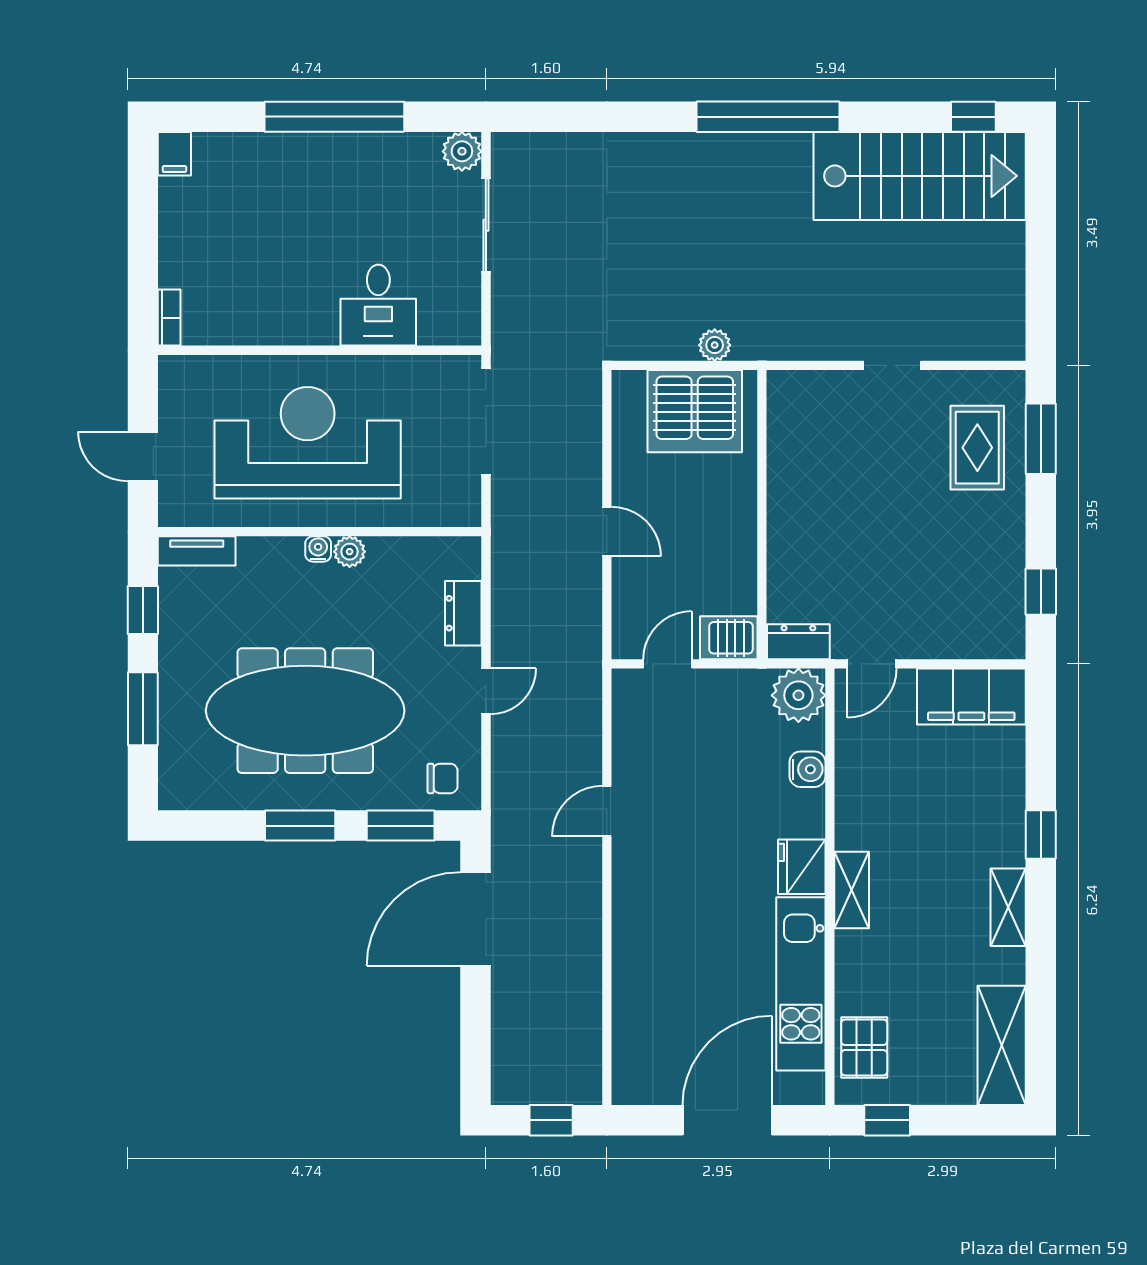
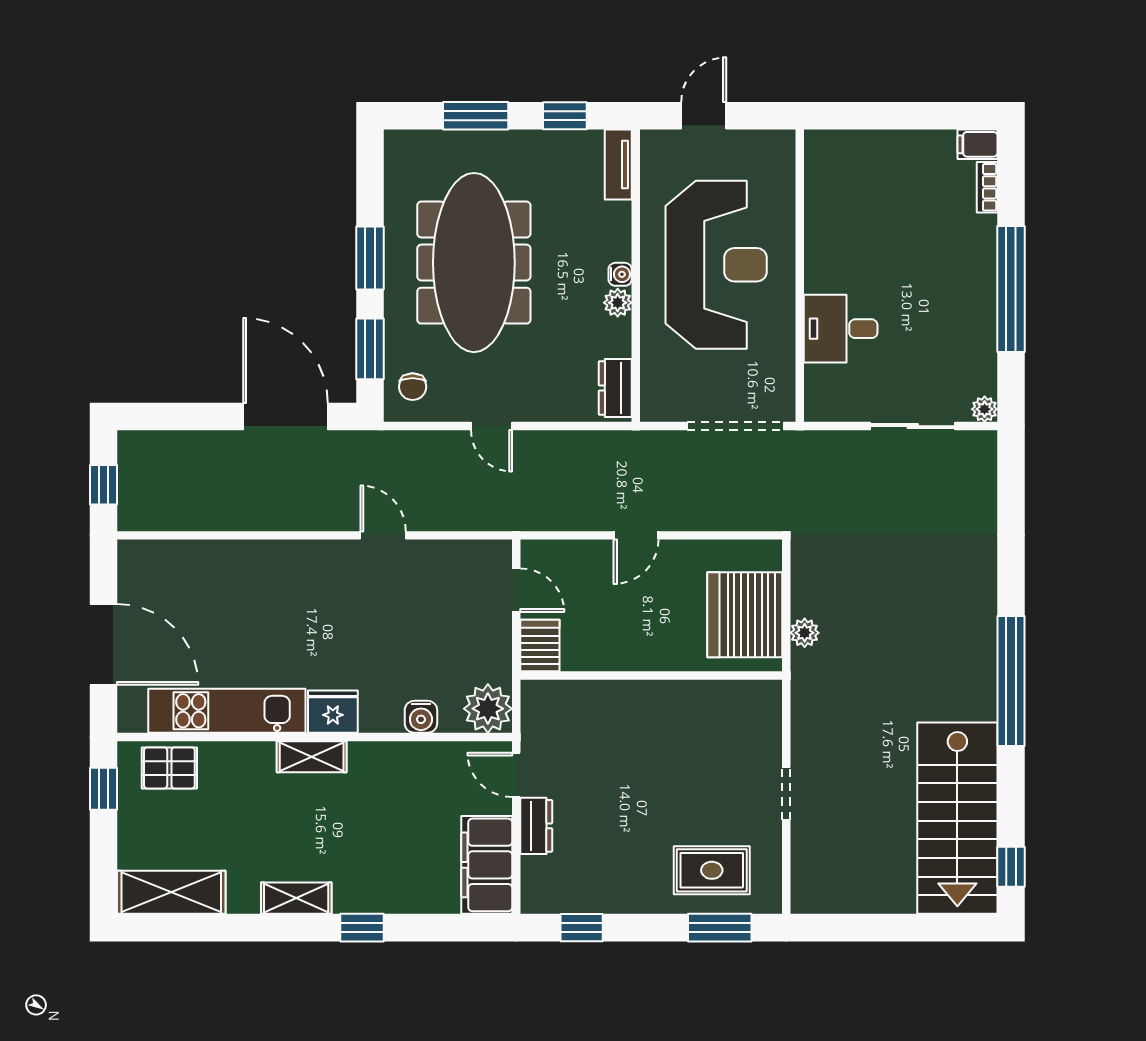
plant: (462, 151) -> (985, 409), width x0.73, depth x0.73
bookcase: (169, 318) -> (987, 187), moved, turned 90
dresser: (463, 613) -> (615, 388), moved, turned -90
dresser: (798, 642) -> (536, 826), moved

